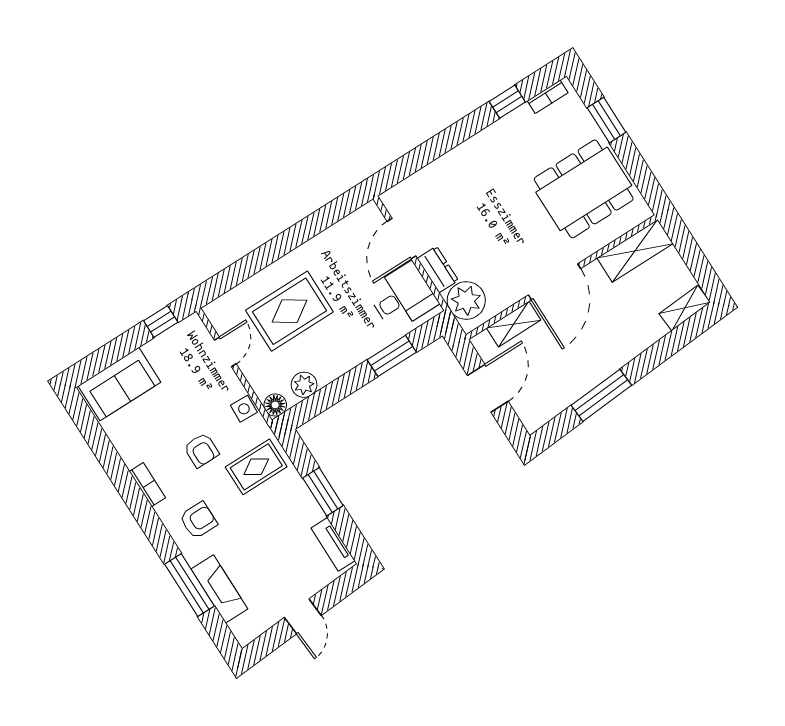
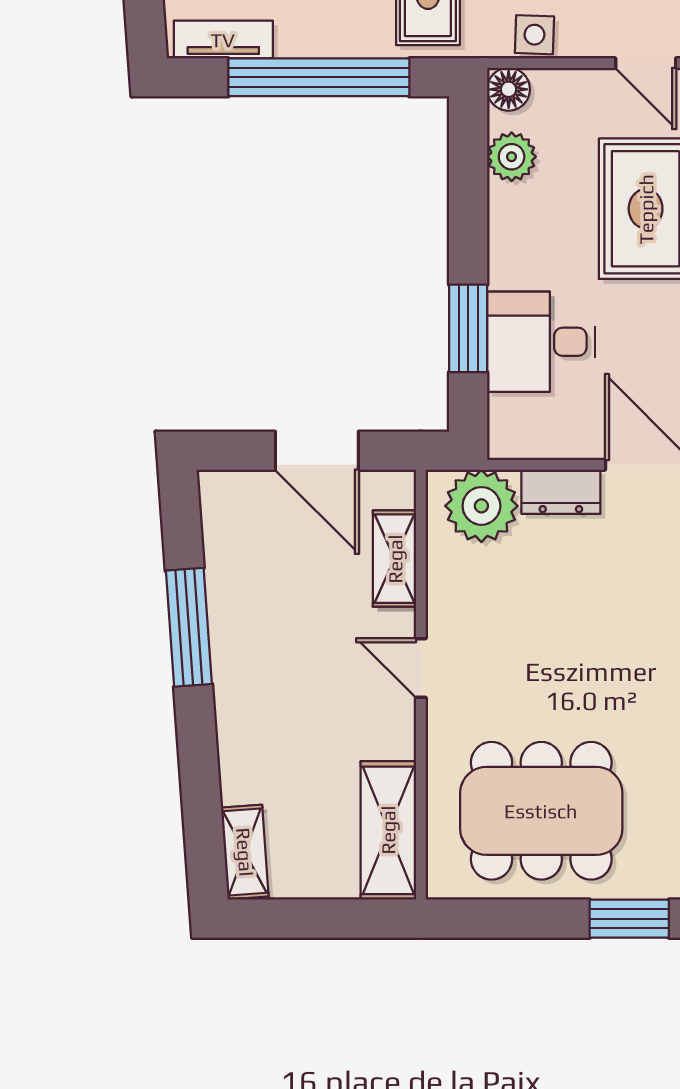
dining table: (584, 189) -> (541, 811), turned 90
door: (554, 282) -> (421, 668), width x0.53
desk: (402, 297) -> (541, 342), moved, turned 90
window: (323, 492) -> (319, 77), width x2.11

